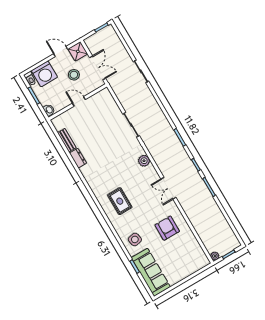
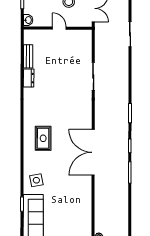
plant: (144, 161) -> (86, 115), removed
double door: (168, 188) -> (93, 152), width x1.87
armchair: (167, 228) -> (71, 187), removed

